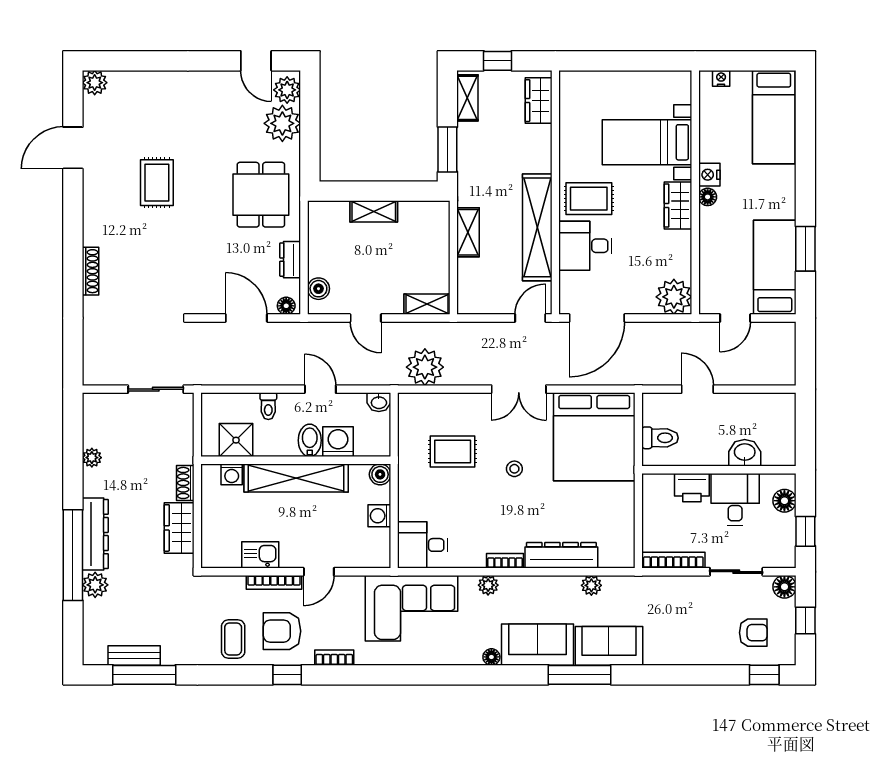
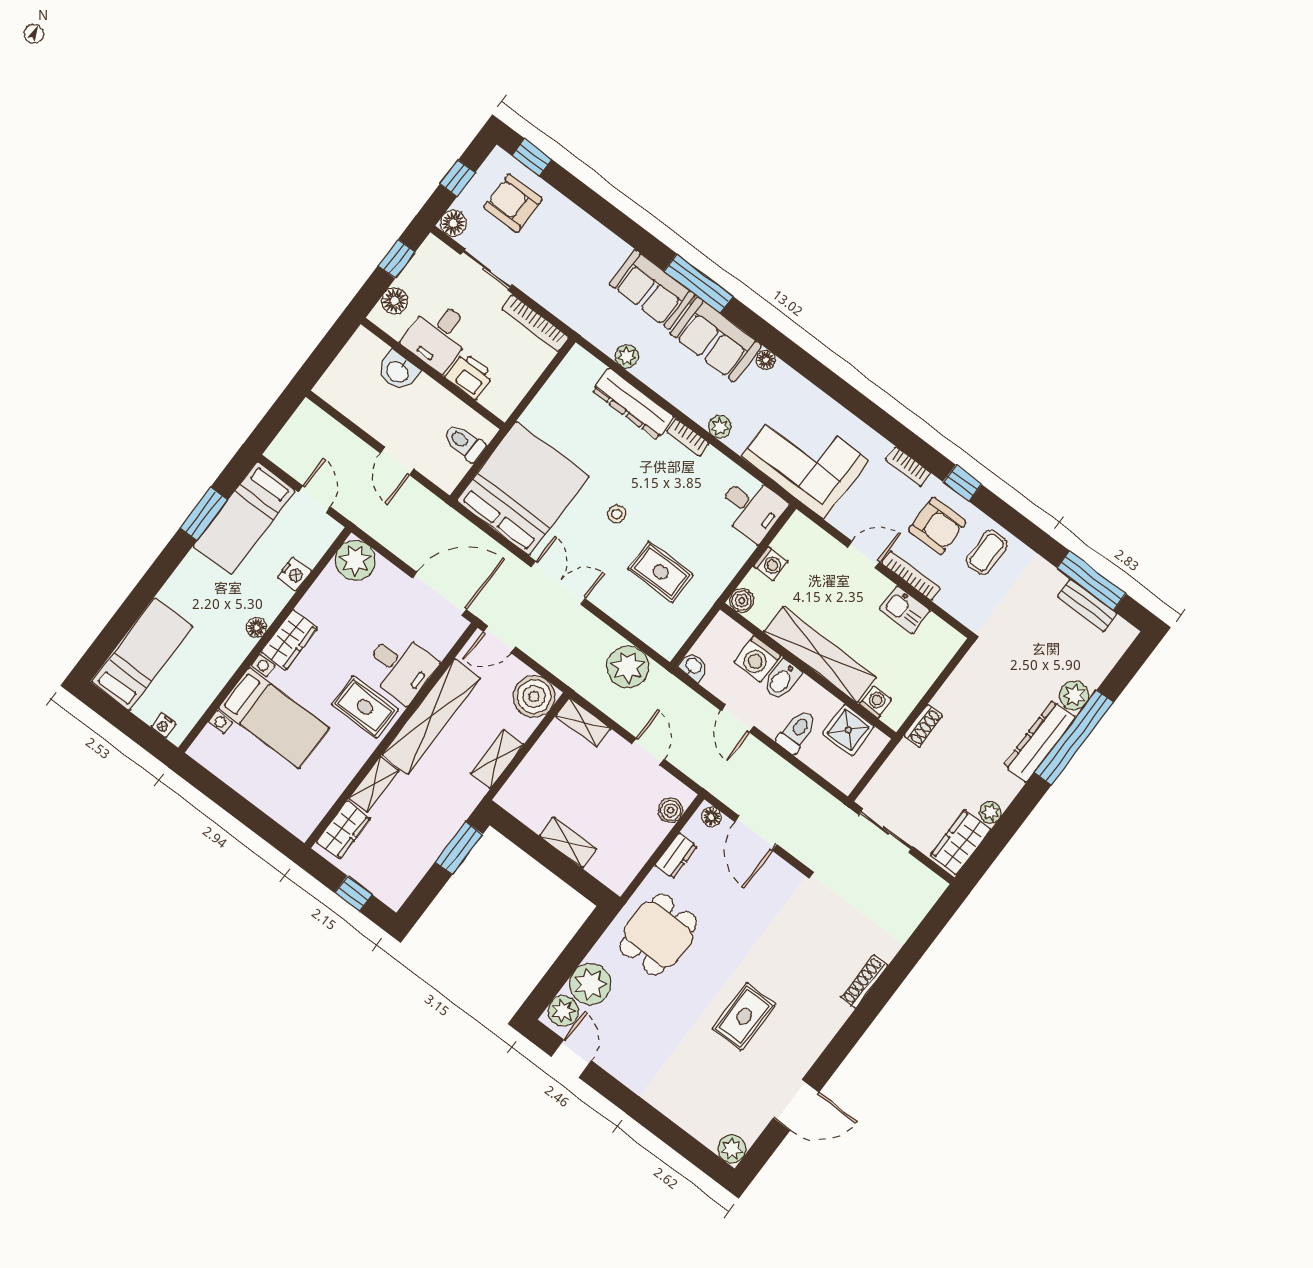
shelving: (467, 98) -> (374, 785), moved
nightstand: (709, 175) -> (294, 574), moved
boiler: (475, 296) -> (534, 697), added
door: (735, 318) -> (314, 499), hinge flipped
toilet: (268, 406) -> (797, 732), width x1.37, depth x1.39
wardrobe: (179, 528) -> (961, 842), moved, turned 180
armchair: (753, 633) -> (513, 203), width x1.38, depth x1.38

